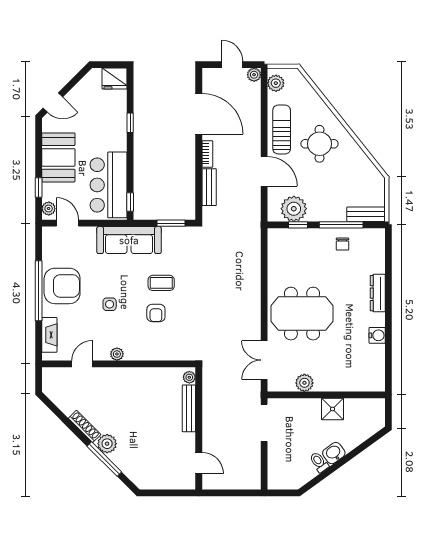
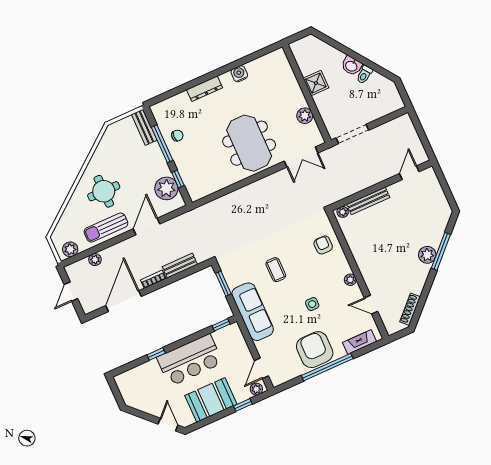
plant: (254, 75) -> (95, 260), moved
fridge: (114, 79) -> (126, 383), removed
bar counter: (109, 185) -> (190, 360), moved
armchair: (156, 313) -> (323, 245), moved, turned -90
shoe rack: (85, 426) -> (410, 309), moved

